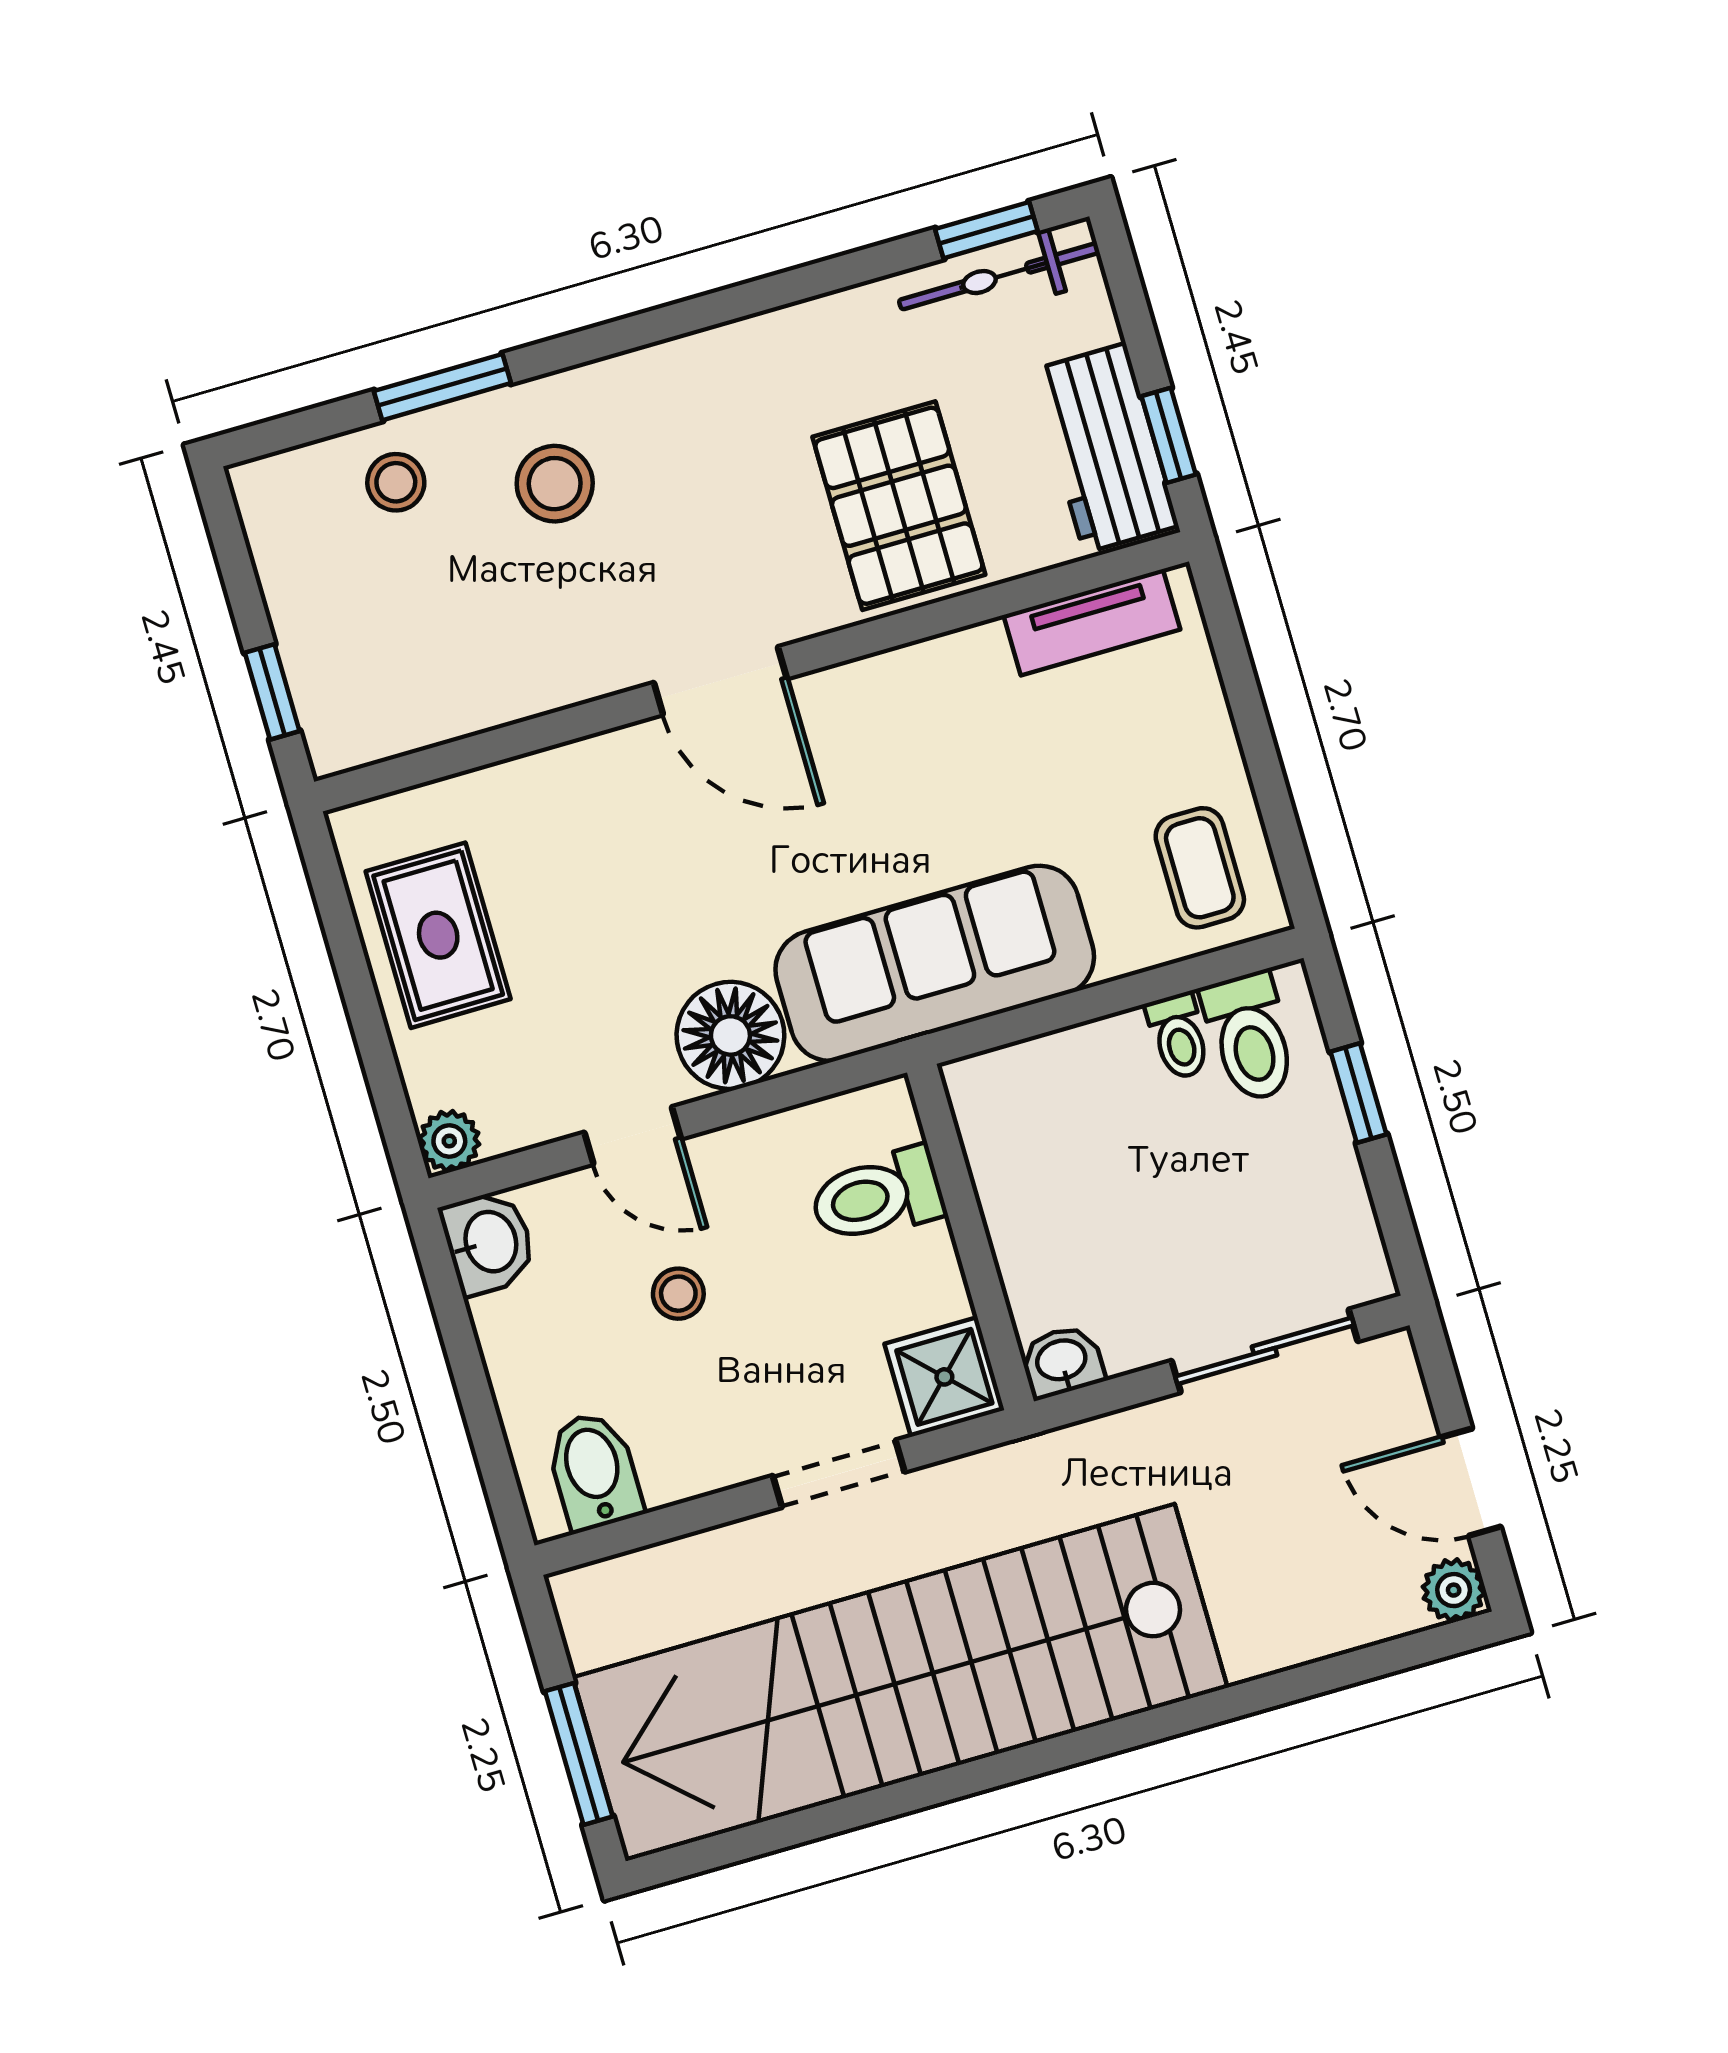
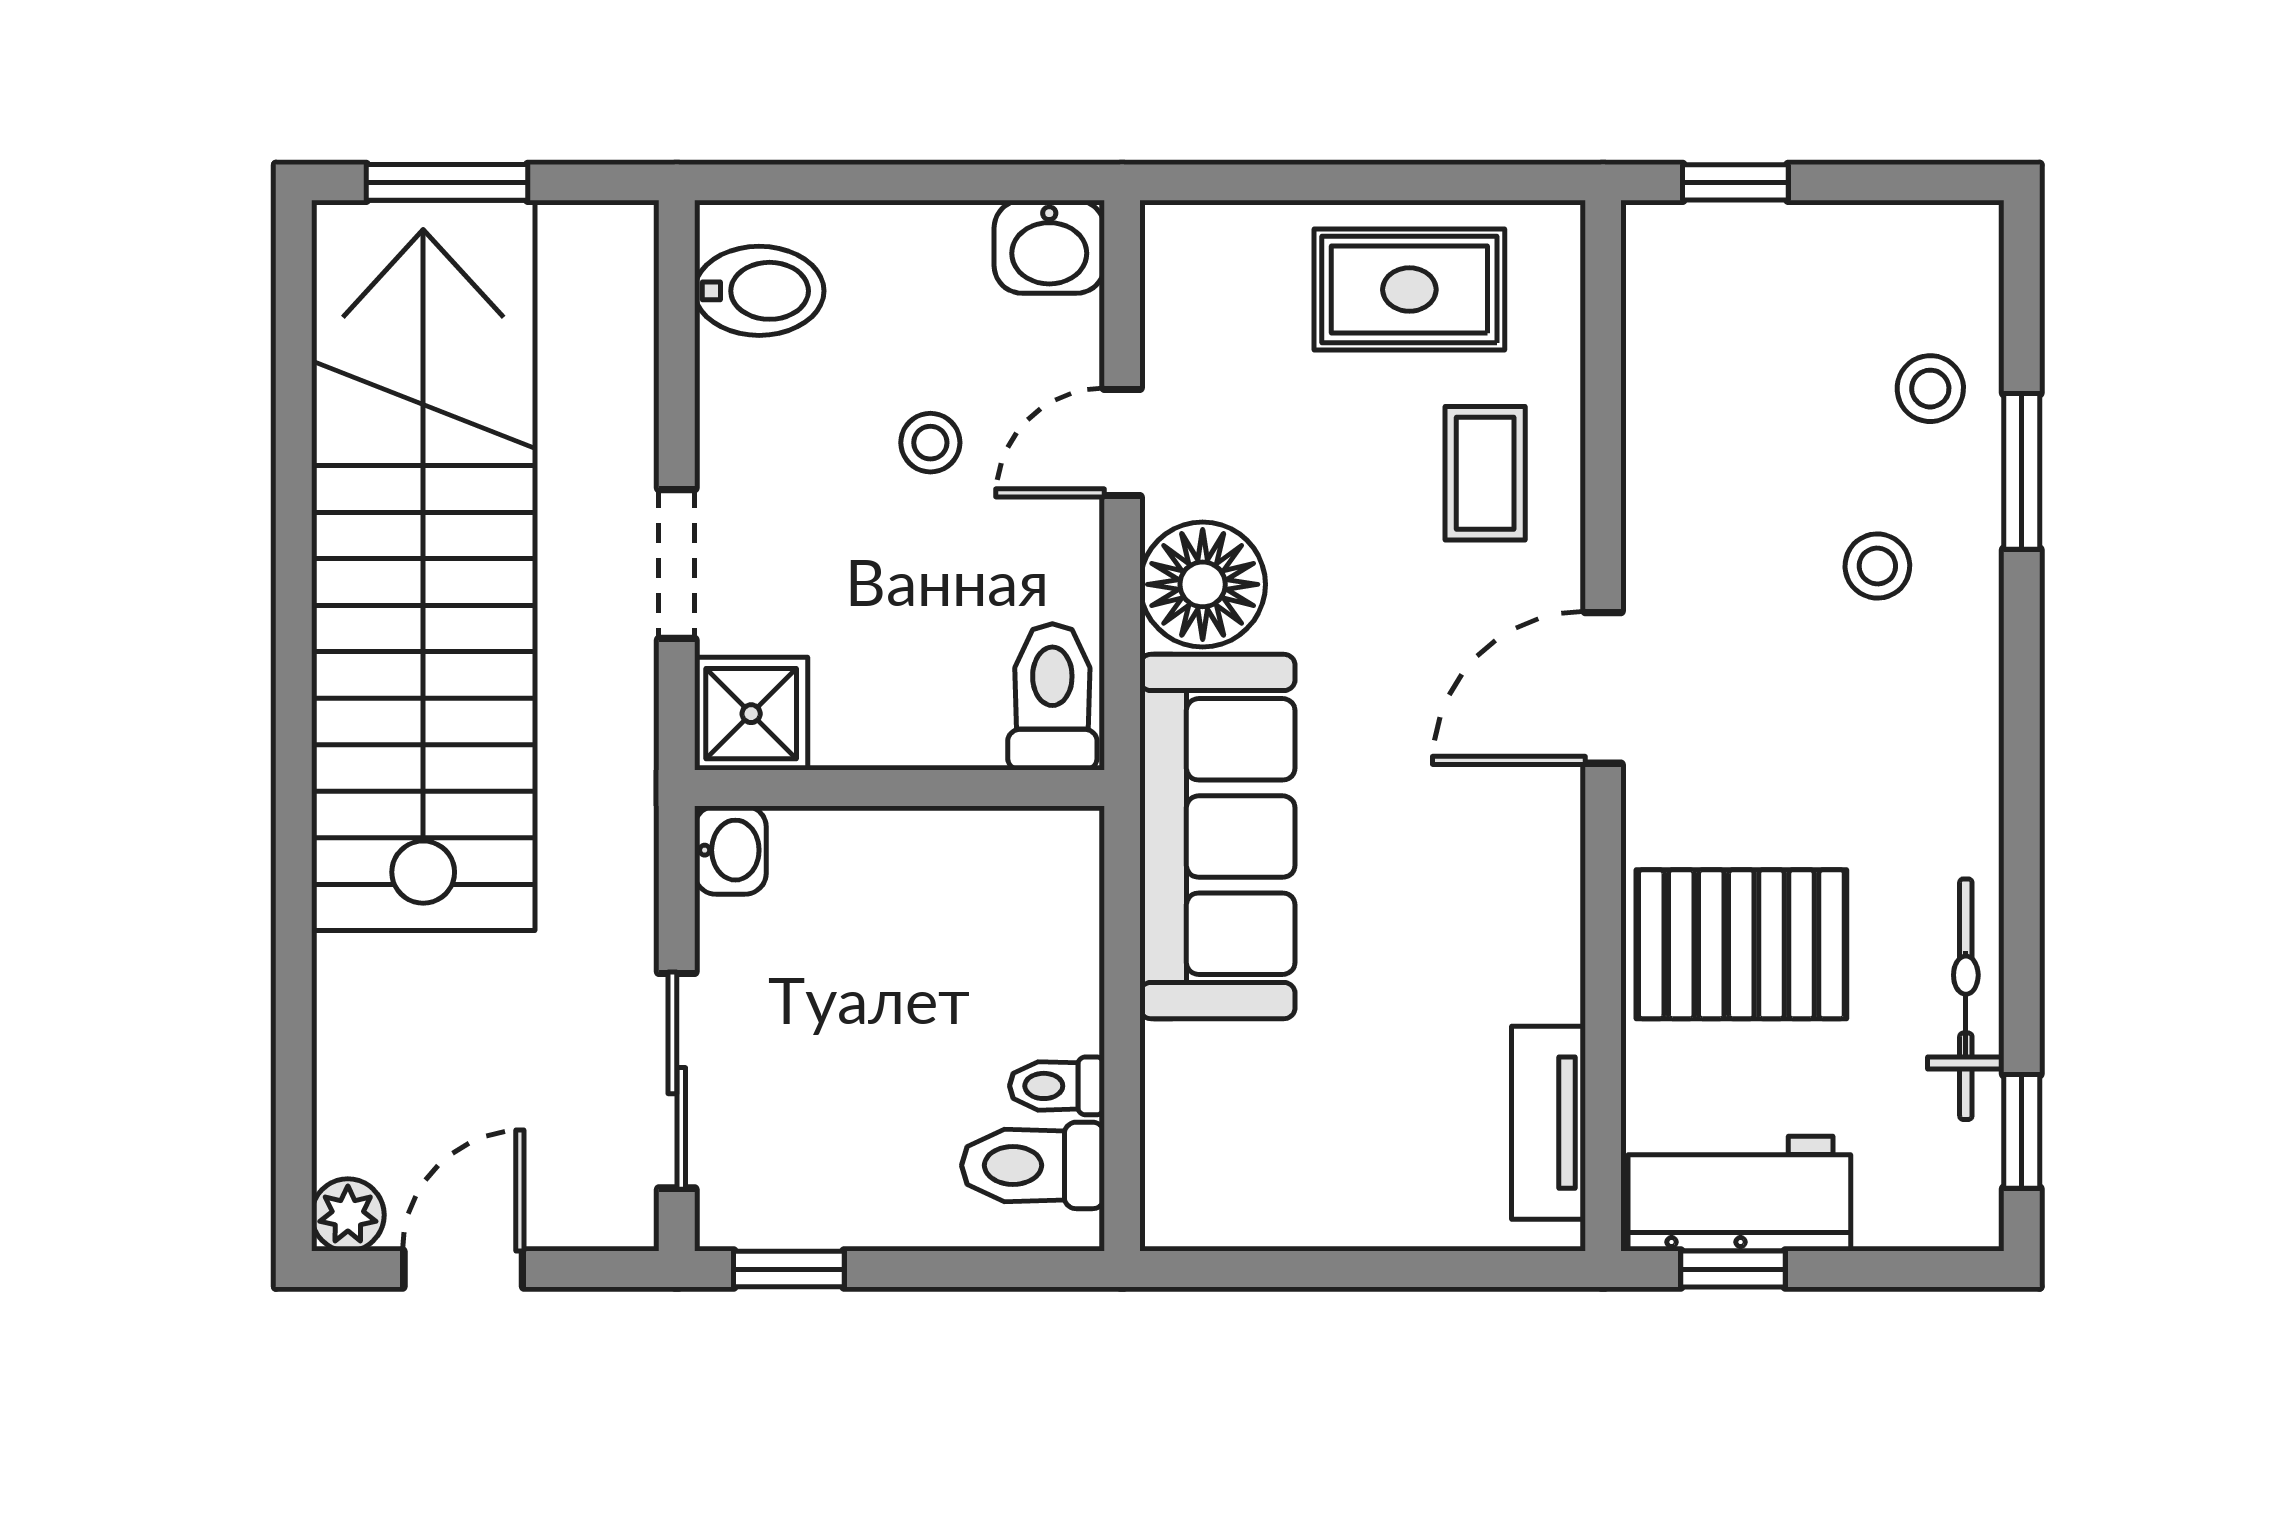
bicycle: (999, 276) -> (1966, 999), moved
stool: (555, 484) -> (1877, 566), width x0.73, depth x0.73
coffee table: (1200, 868) -> (1485, 473), moved, turned 90
window: (1358, 1093) -> (789, 1269), moved
plant: (449, 1141) -> (1175, 235), removed
toilet: (877, 1196) -> (1052, 697), moved

